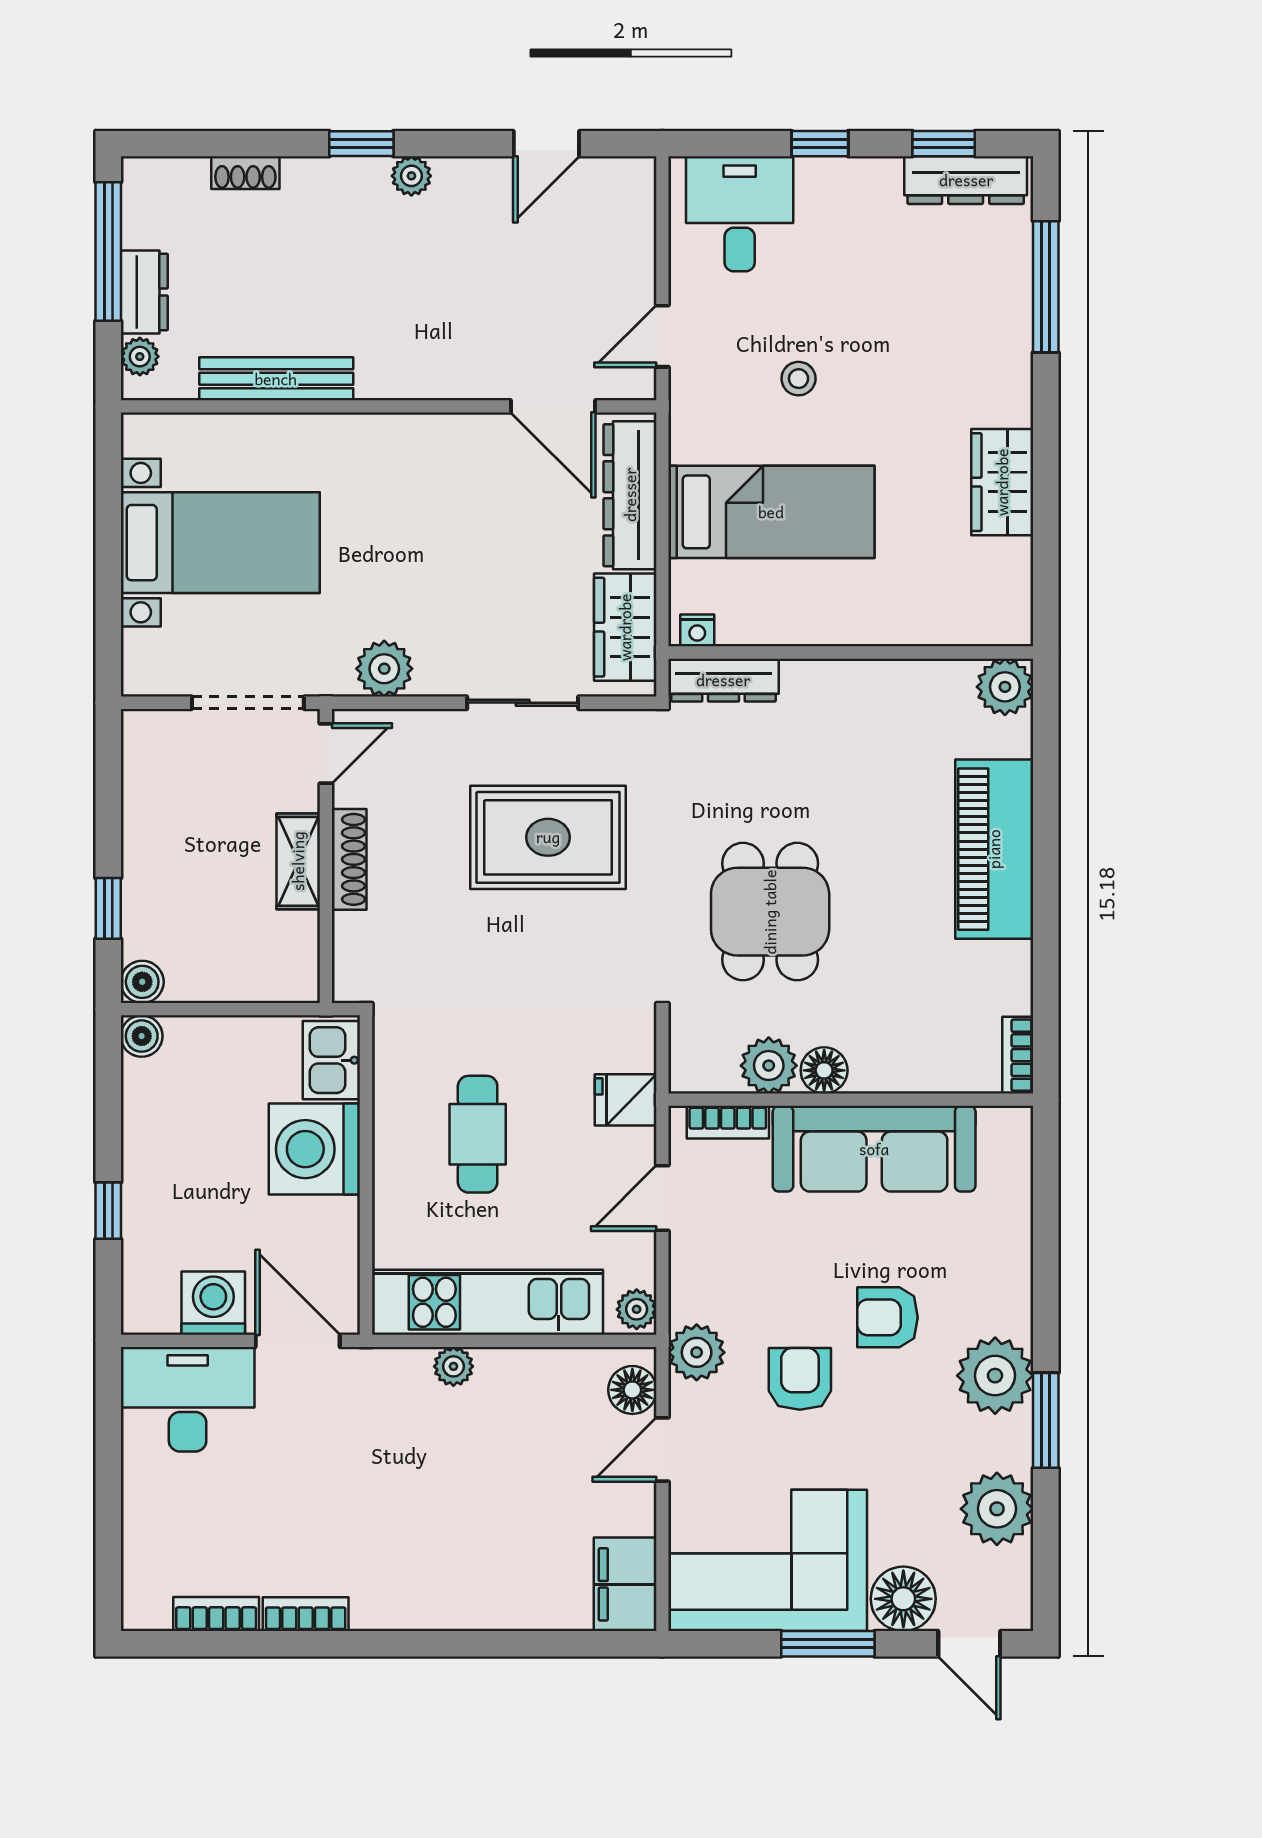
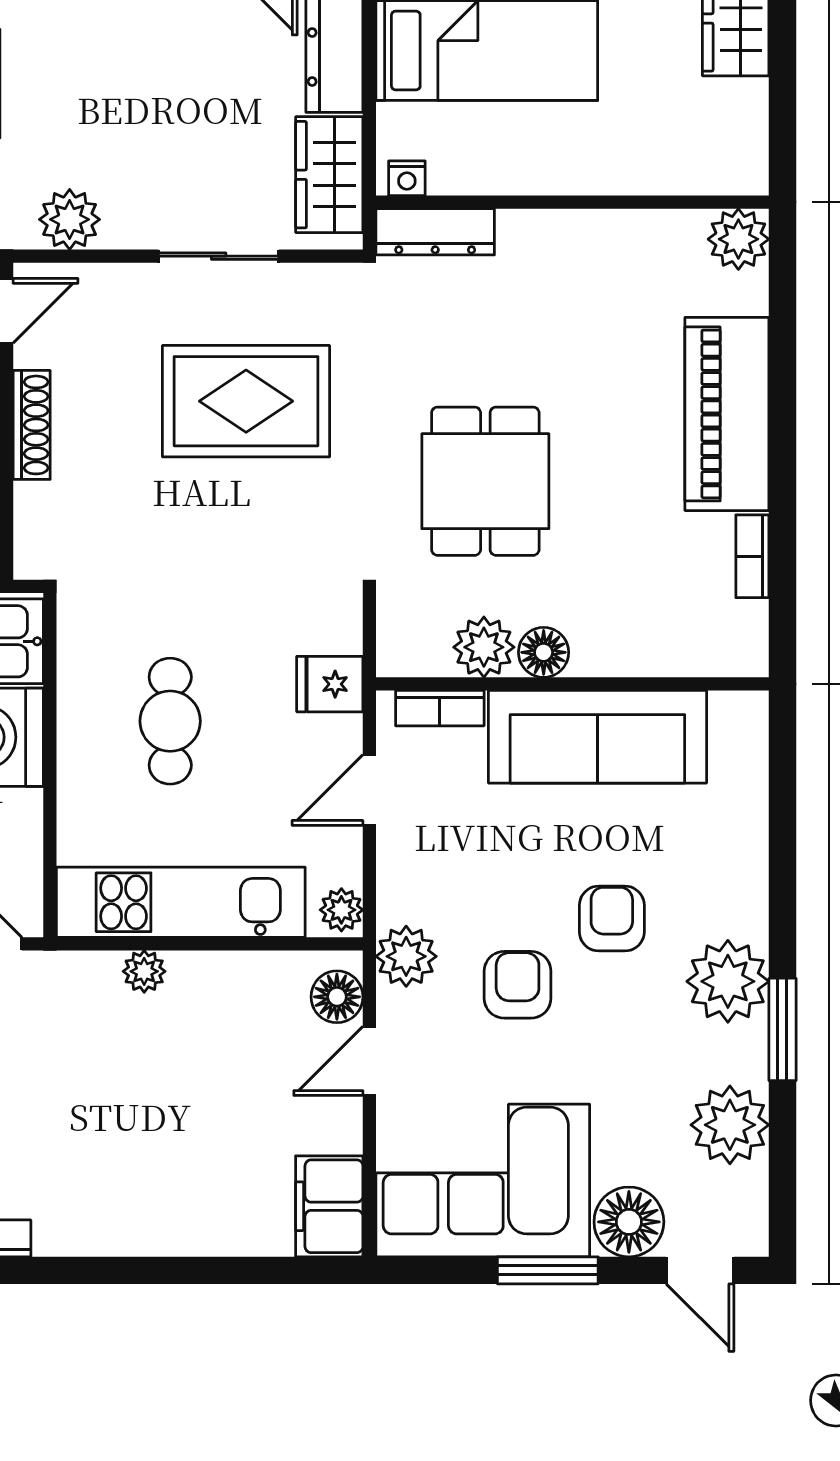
bookcase: (1018, 1055) -> (752, 556), moved
armchair: (887, 1317) -> (612, 919), turned 90

